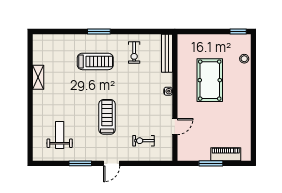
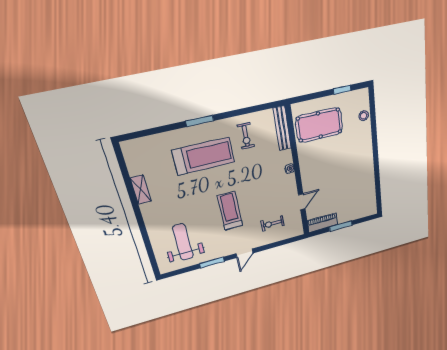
window: (238, 31) -> (342, 90), moved
treadmill: (95, 61) -> (204, 156), width x1.37, depth x1.38
pool table: (210, 80) -> (319, 125), moved, turned 90
weight bench: (60, 135) -> (183, 242), width x1.36, depth x1.33
piano: (226, 154) -> (322, 223), moved

